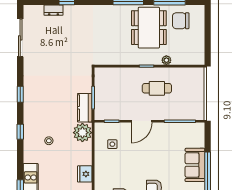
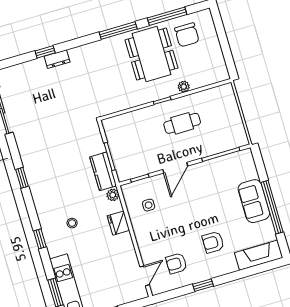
dresser: (54, 10) -> (57, 59), moved
chair: (181, 21) -> (187, 35), turned -90
window: (20, 132) -> (40, 239), moved
plant: (82, 133) -> (113, 195), width x0.53, depth x0.53
fridge: (85, 174) -> (118, 223), moved

